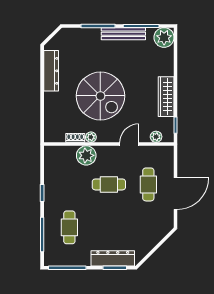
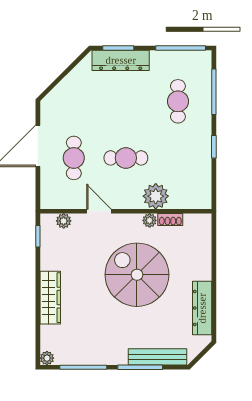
bench: (123, 34) -> (157, 357), moved
plant: (164, 37) -> (47, 358), width x0.53, depth x0.53
wardrobe: (166, 97) -> (50, 298), moved
door: (129, 144) -> (99, 211), swing flipped

